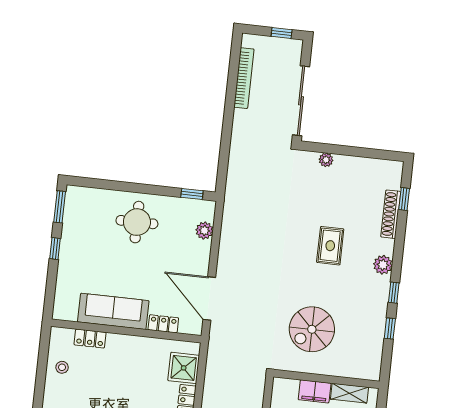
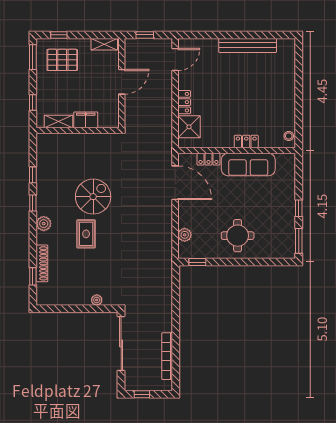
spiral stairs: (312, 329) -> (93, 197), moved
locker: (90, 339) -> (246, 142), moved
stool: (62, 367) -> (289, 136), moved

